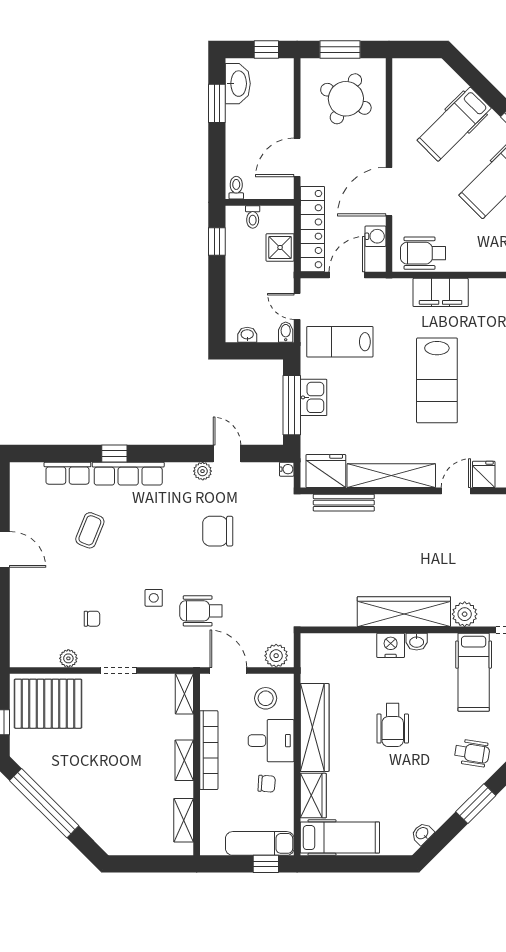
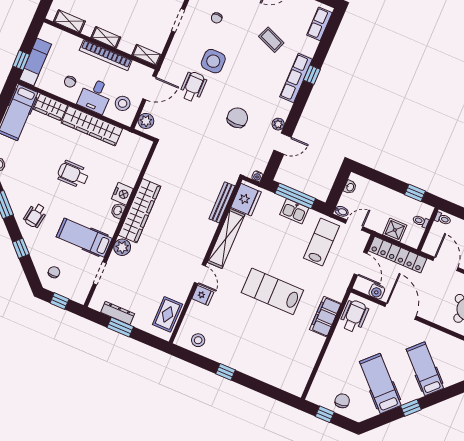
row of seats: (67, 473) -> (319, 24), moved
side table: (154, 598) -> (213, 61), width x1.87, depth x1.87

